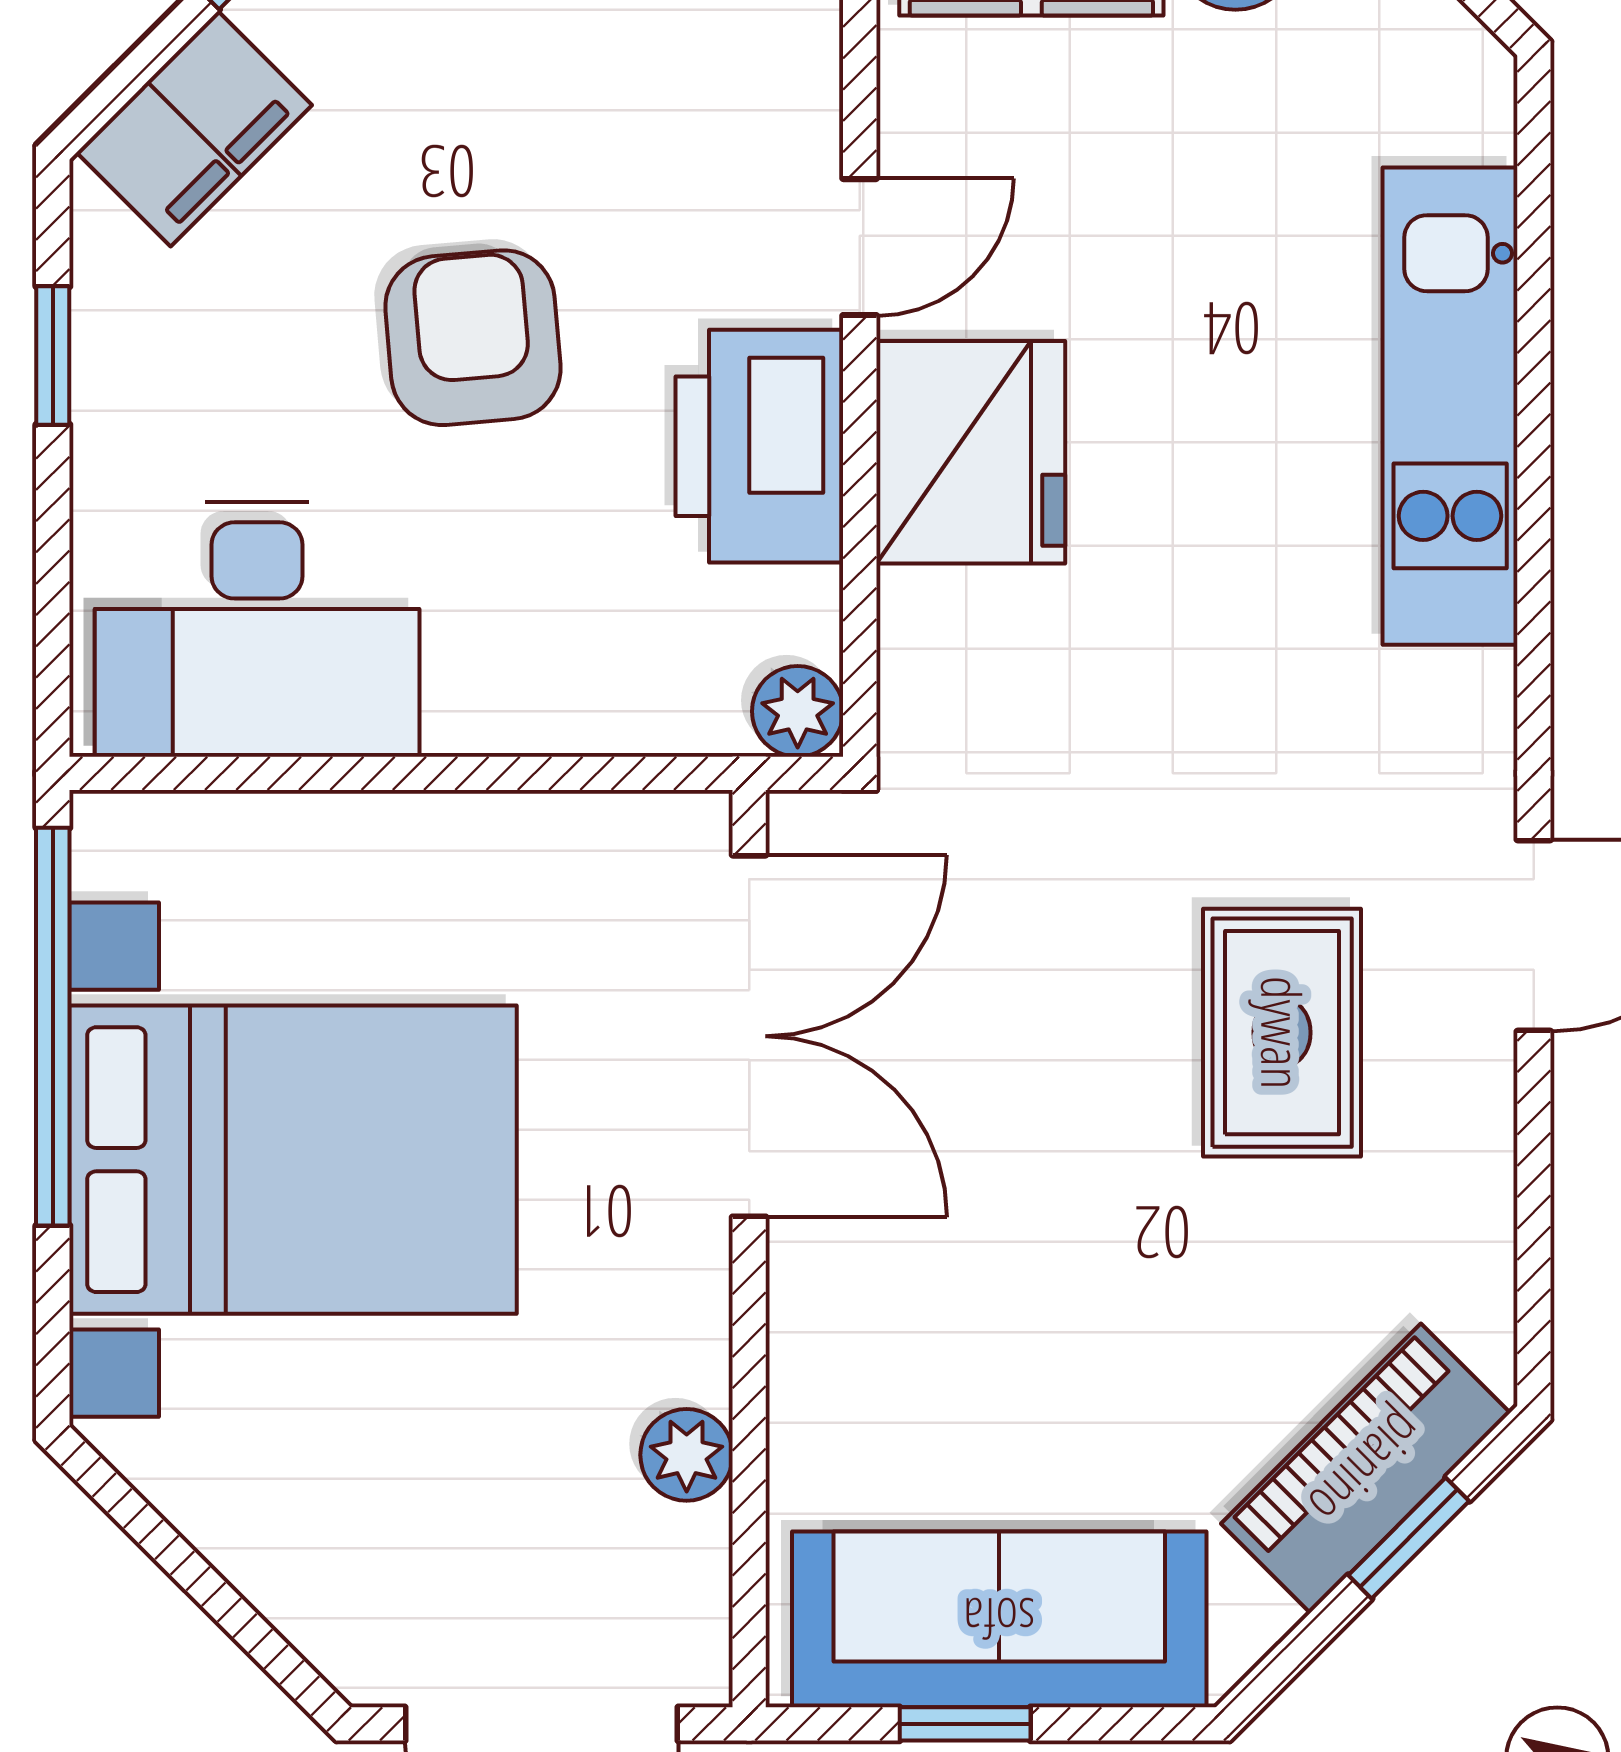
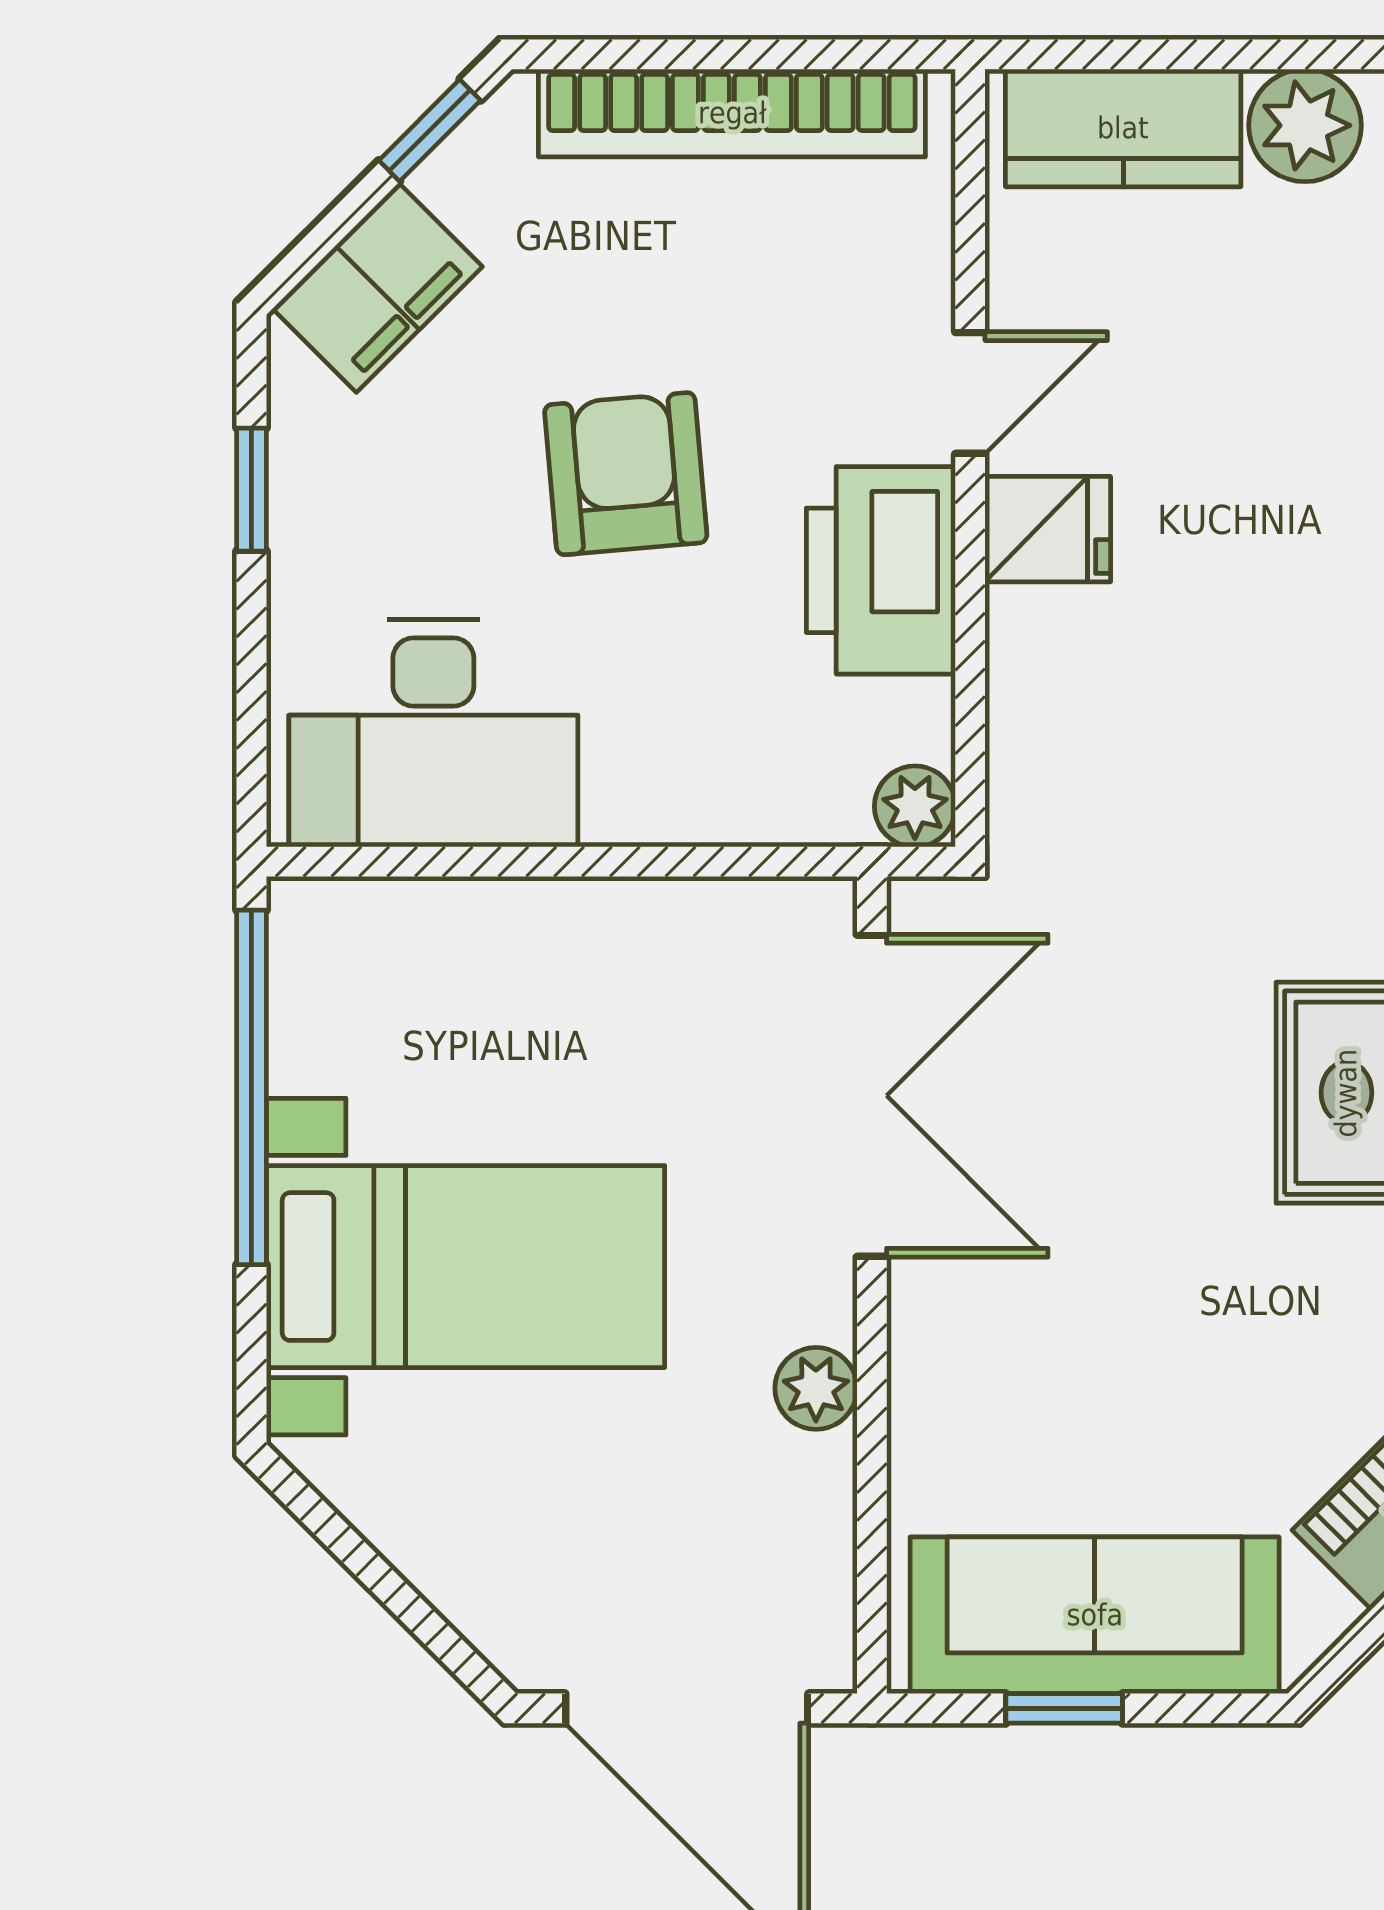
fridge: (971, 452) -> (1048, 529), width x0.53, depth x0.75
bed with nightstands: (293, 1160) -> (465, 1267), width x0.73
plant: (687, 1455) -> (816, 1388), moved

